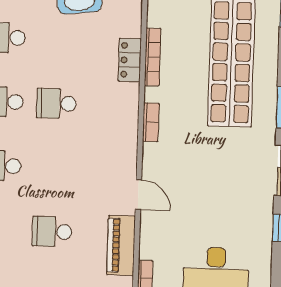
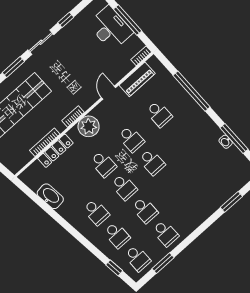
locker: (130, 60) -> (55, 151), width x1.53
plant: (120, 130) -> (89, 126), added
school desk: (54, 167) -> (131, 139), added

